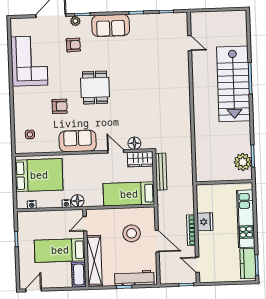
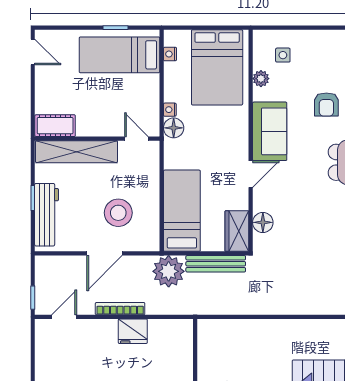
plant: (45, 148) -> (261, 79), added
door: (116, 151) -> (251, 174), moved
plant: (167, 201) -> (169, 271), added
bed: (60, 250) -> (119, 55), moved, turned -90

